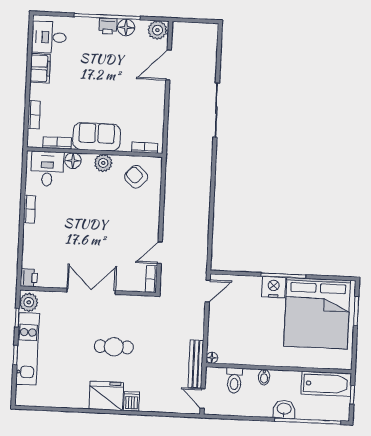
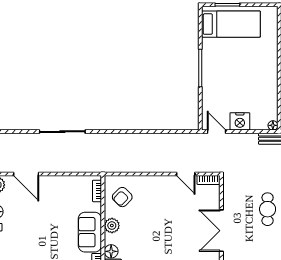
nightstand: (274, 287) -> (240, 121), moved, turned -90
bed: (317, 313) -> (231, 24), width x0.49

